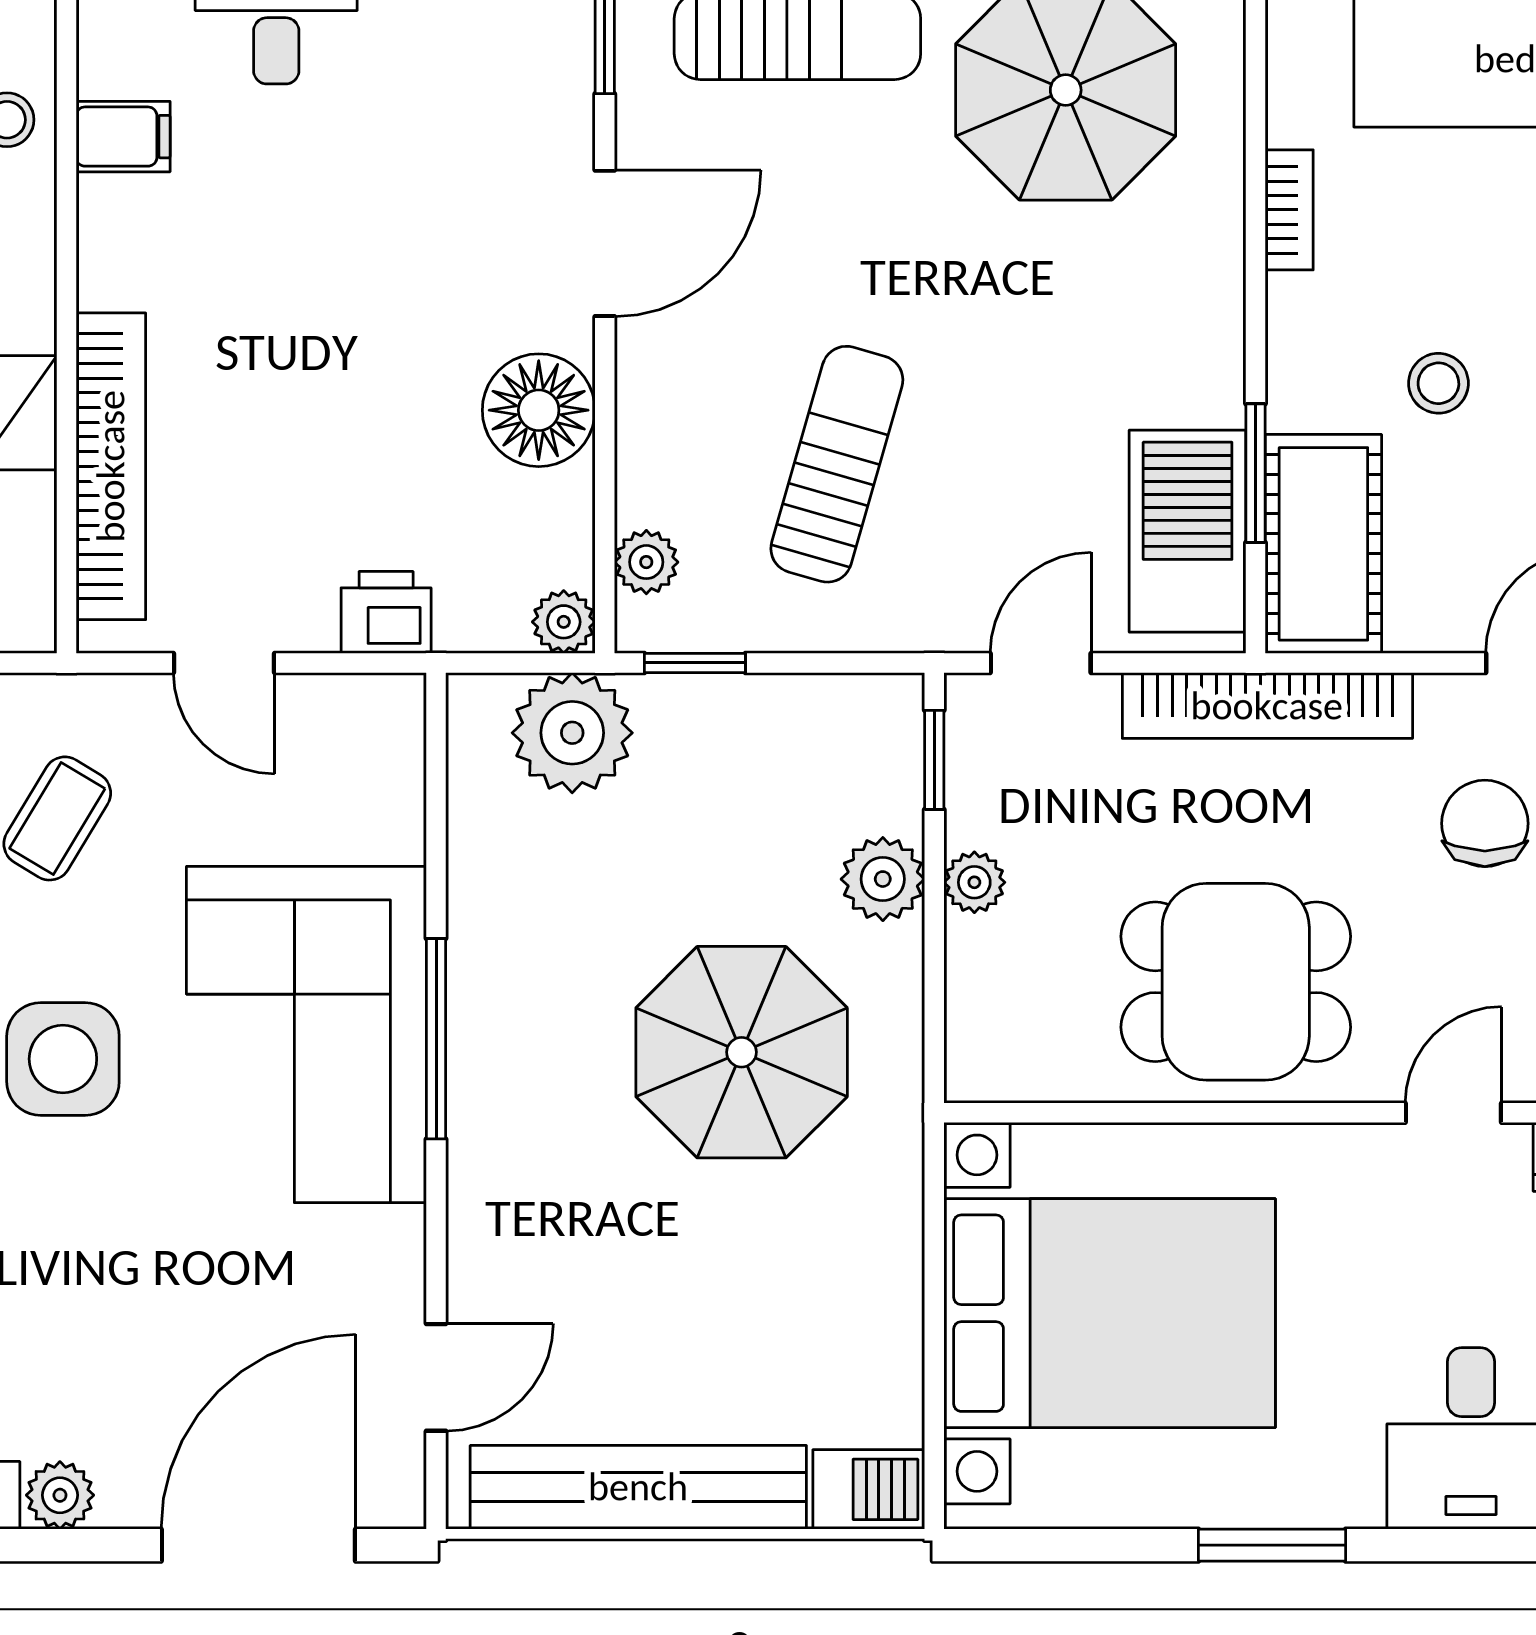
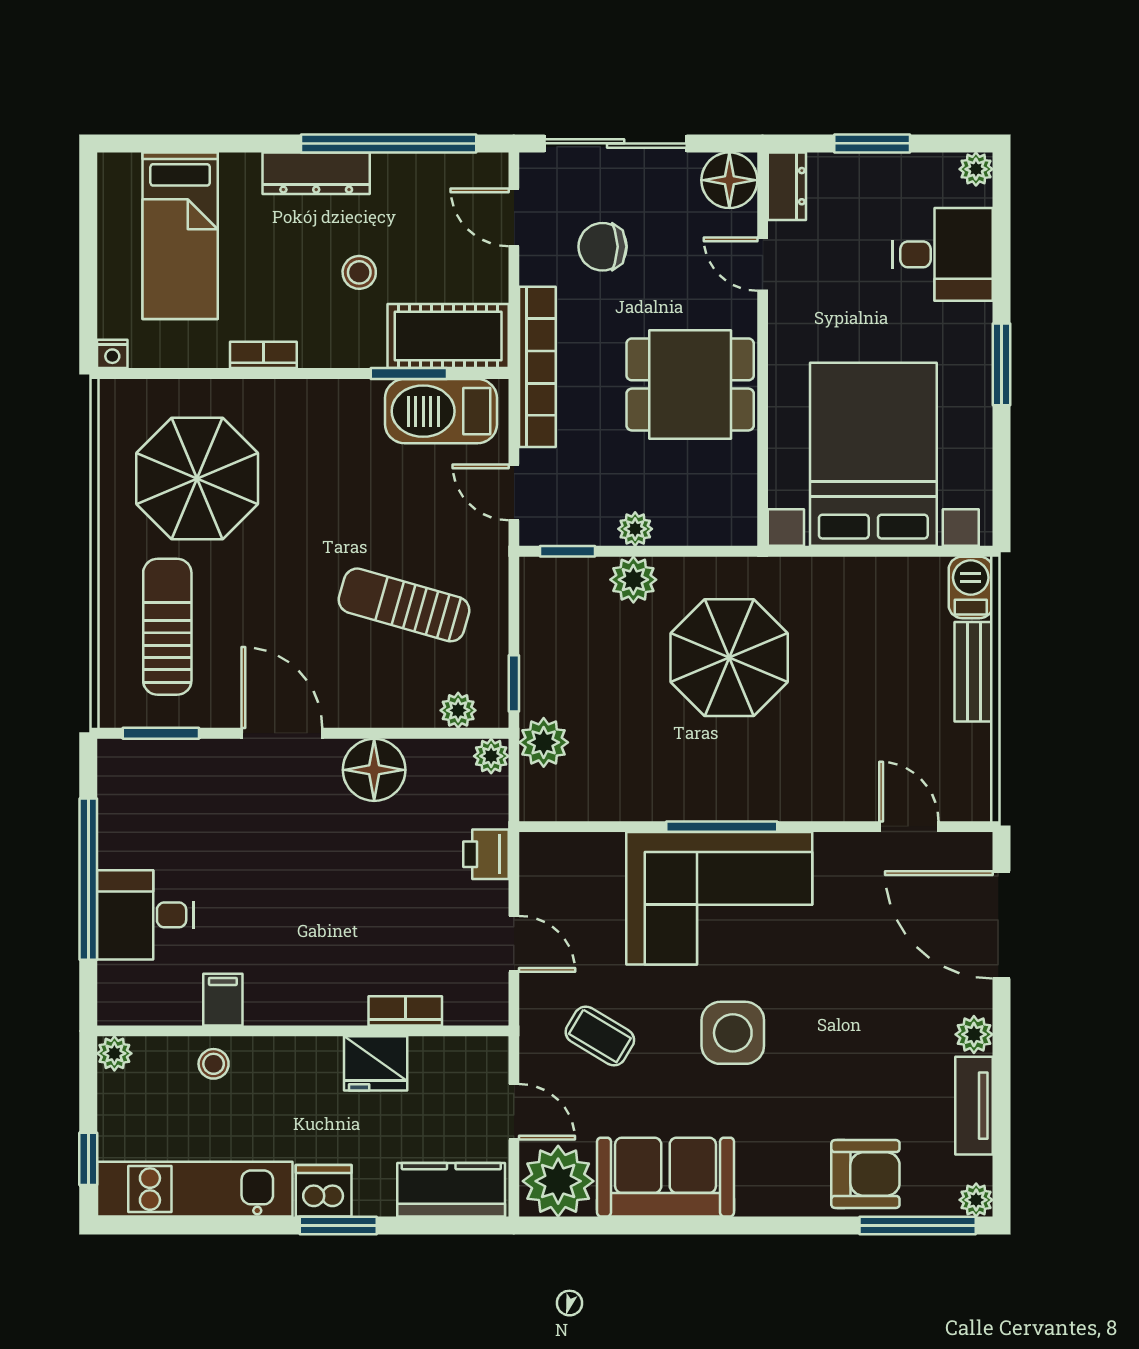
bookcase: (111, 466) -> (405, 1011), width x0.43, depth x0.76
door: (224, 663) -> (514, 944), hinge flipped
plant: (572, 733) -> (544, 742), width x0.73, depth x0.73
dining table: (1236, 982) -> (690, 384), turned 90
bench: (638, 1487) -> (974, 672), width x0.54, depth x0.82

